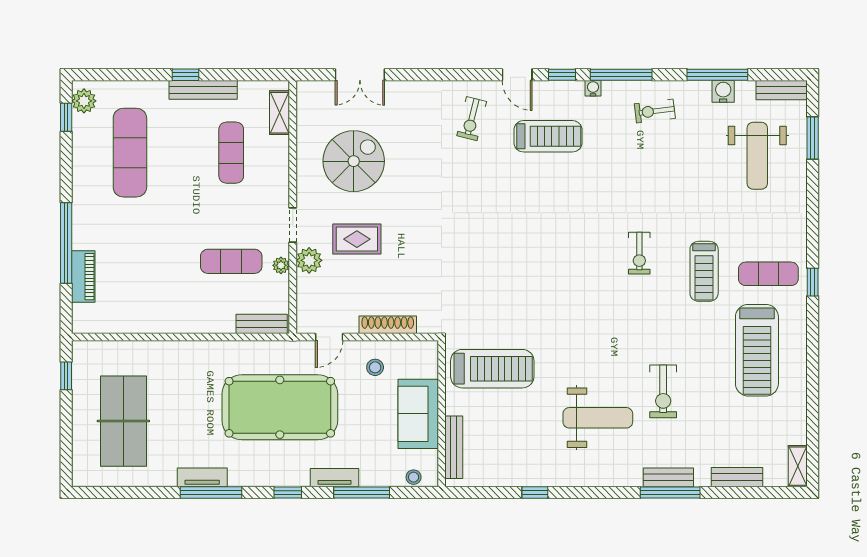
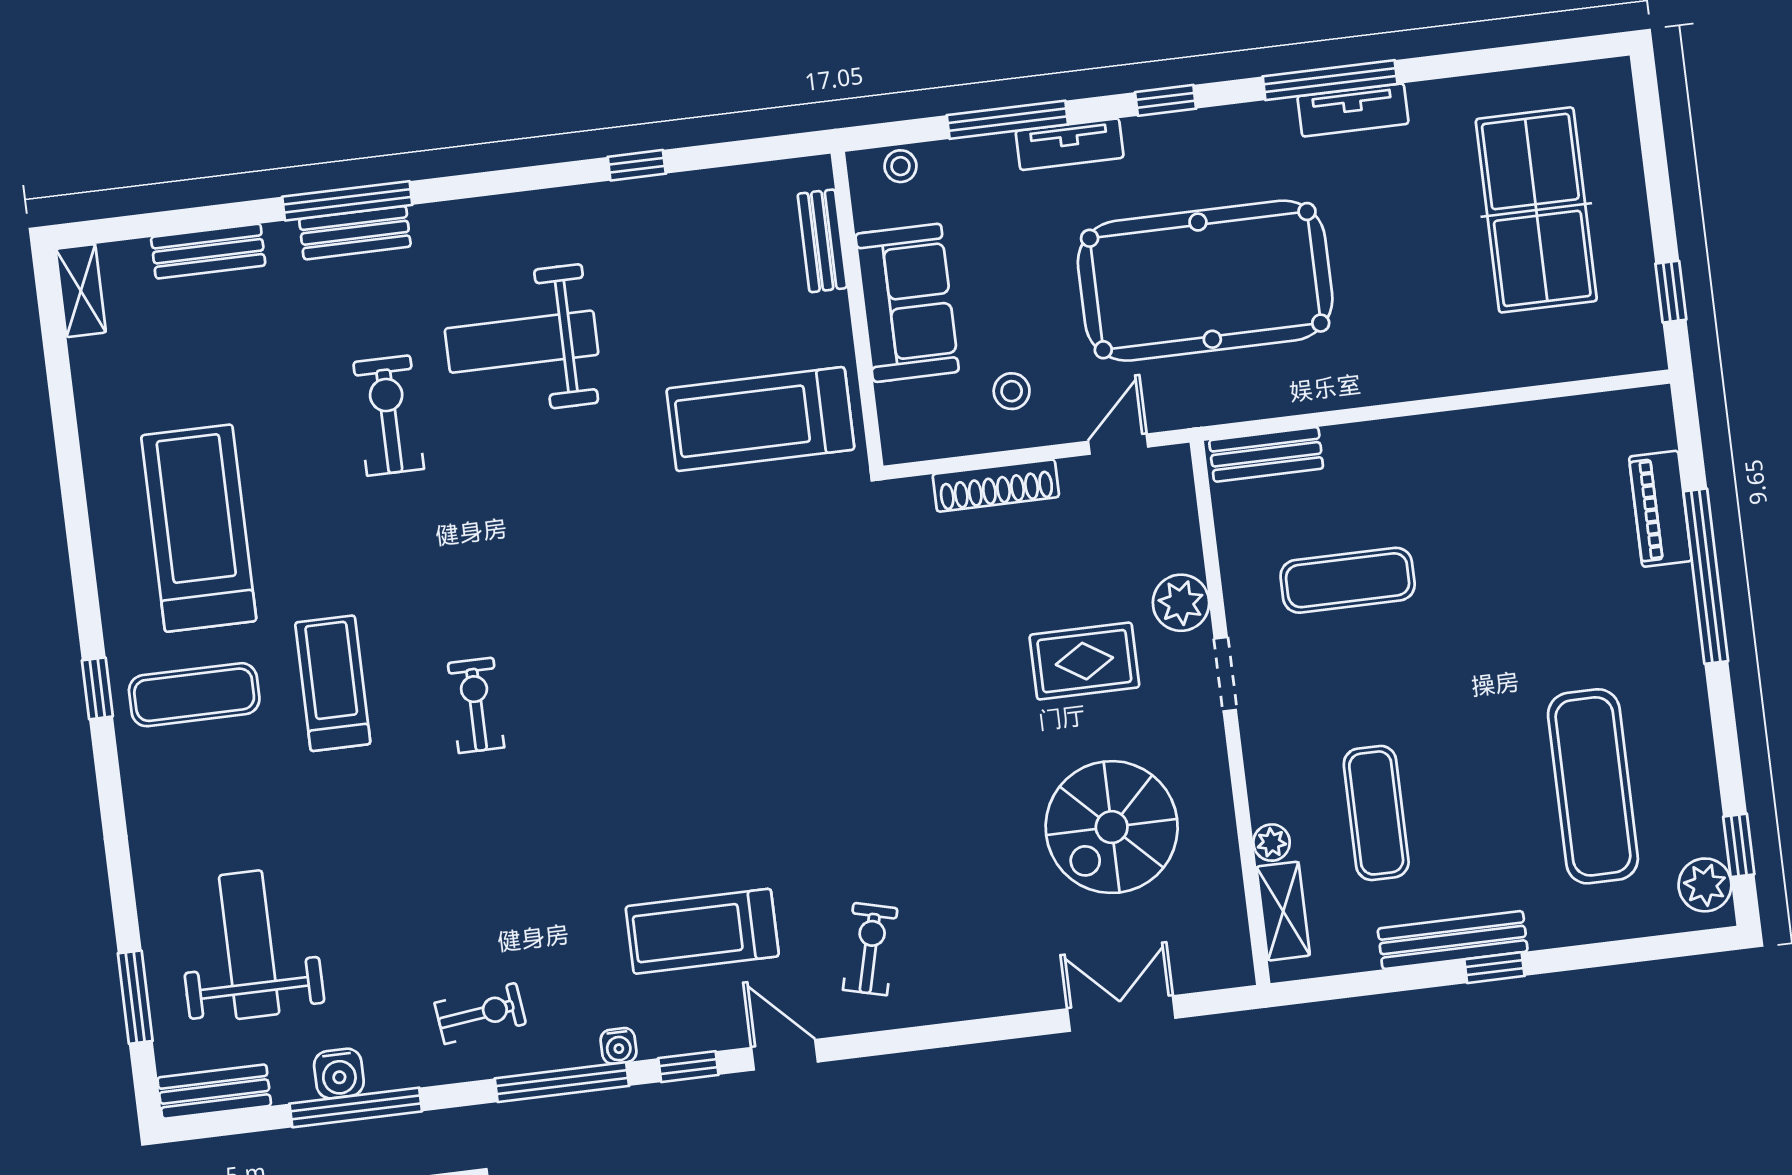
plant: (281, 265) -> (1272, 843), moved
bench: (454, 447) -> (822, 241), width x0.73

